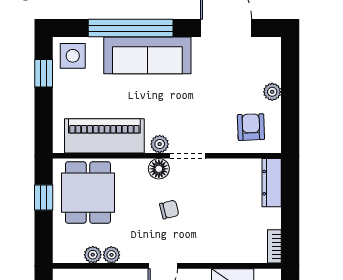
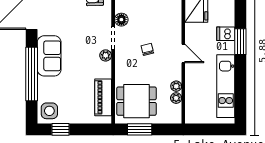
sofa: (147, 55) -> (49, 56), width x0.73
piano: (104, 136) -> (103, 97), width x0.73, depth x0.75
floor lamp: (159, 169) -> (121, 20), moved
window: (44, 197) -> (140, 129), width x1.50

